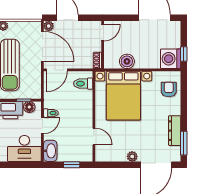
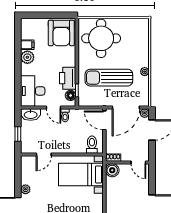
boiler: (127, 61) -> (112, 170), moved
bed with nightstands: (123, 96) -> (81, 174), width x0.73

